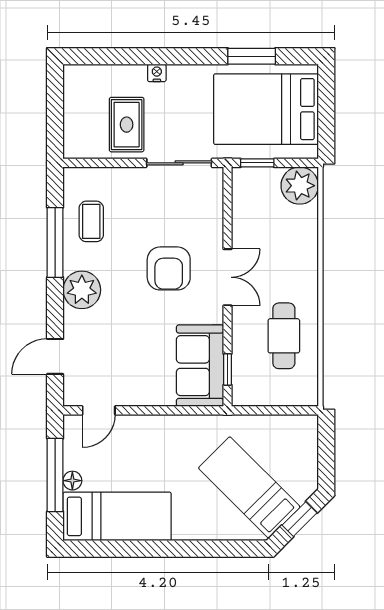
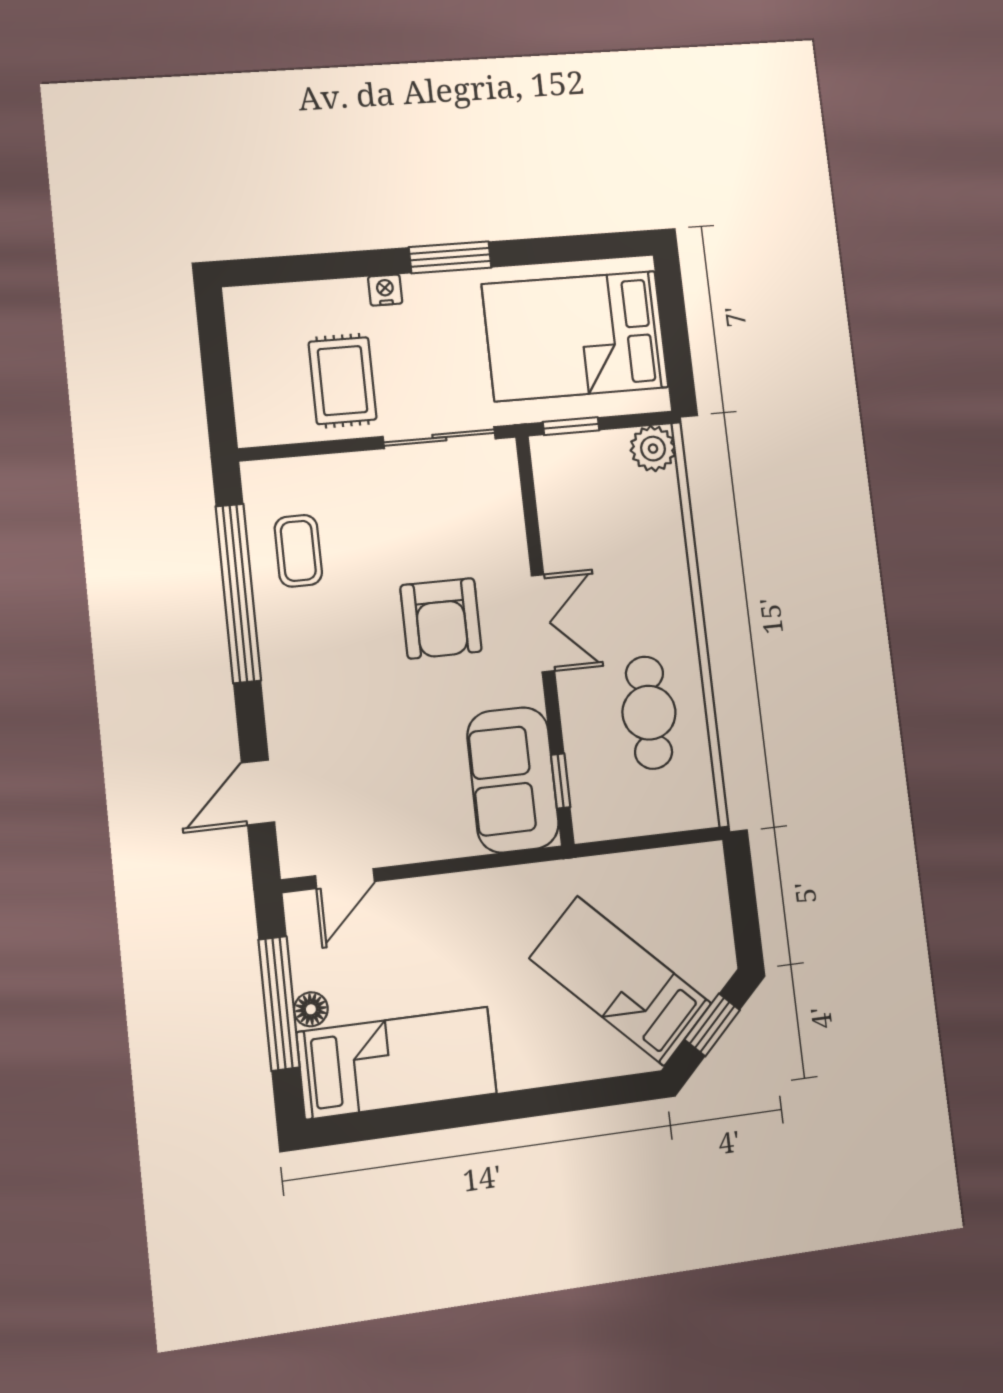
window: (252, 56) -> (450, 257), moved
plant: (300, 186) -> (653, 449), width x0.73, depth x0.73
window: (55, 242) -> (238, 593), width x1.46
plant: (82, 290) -> (294, 671), removed

